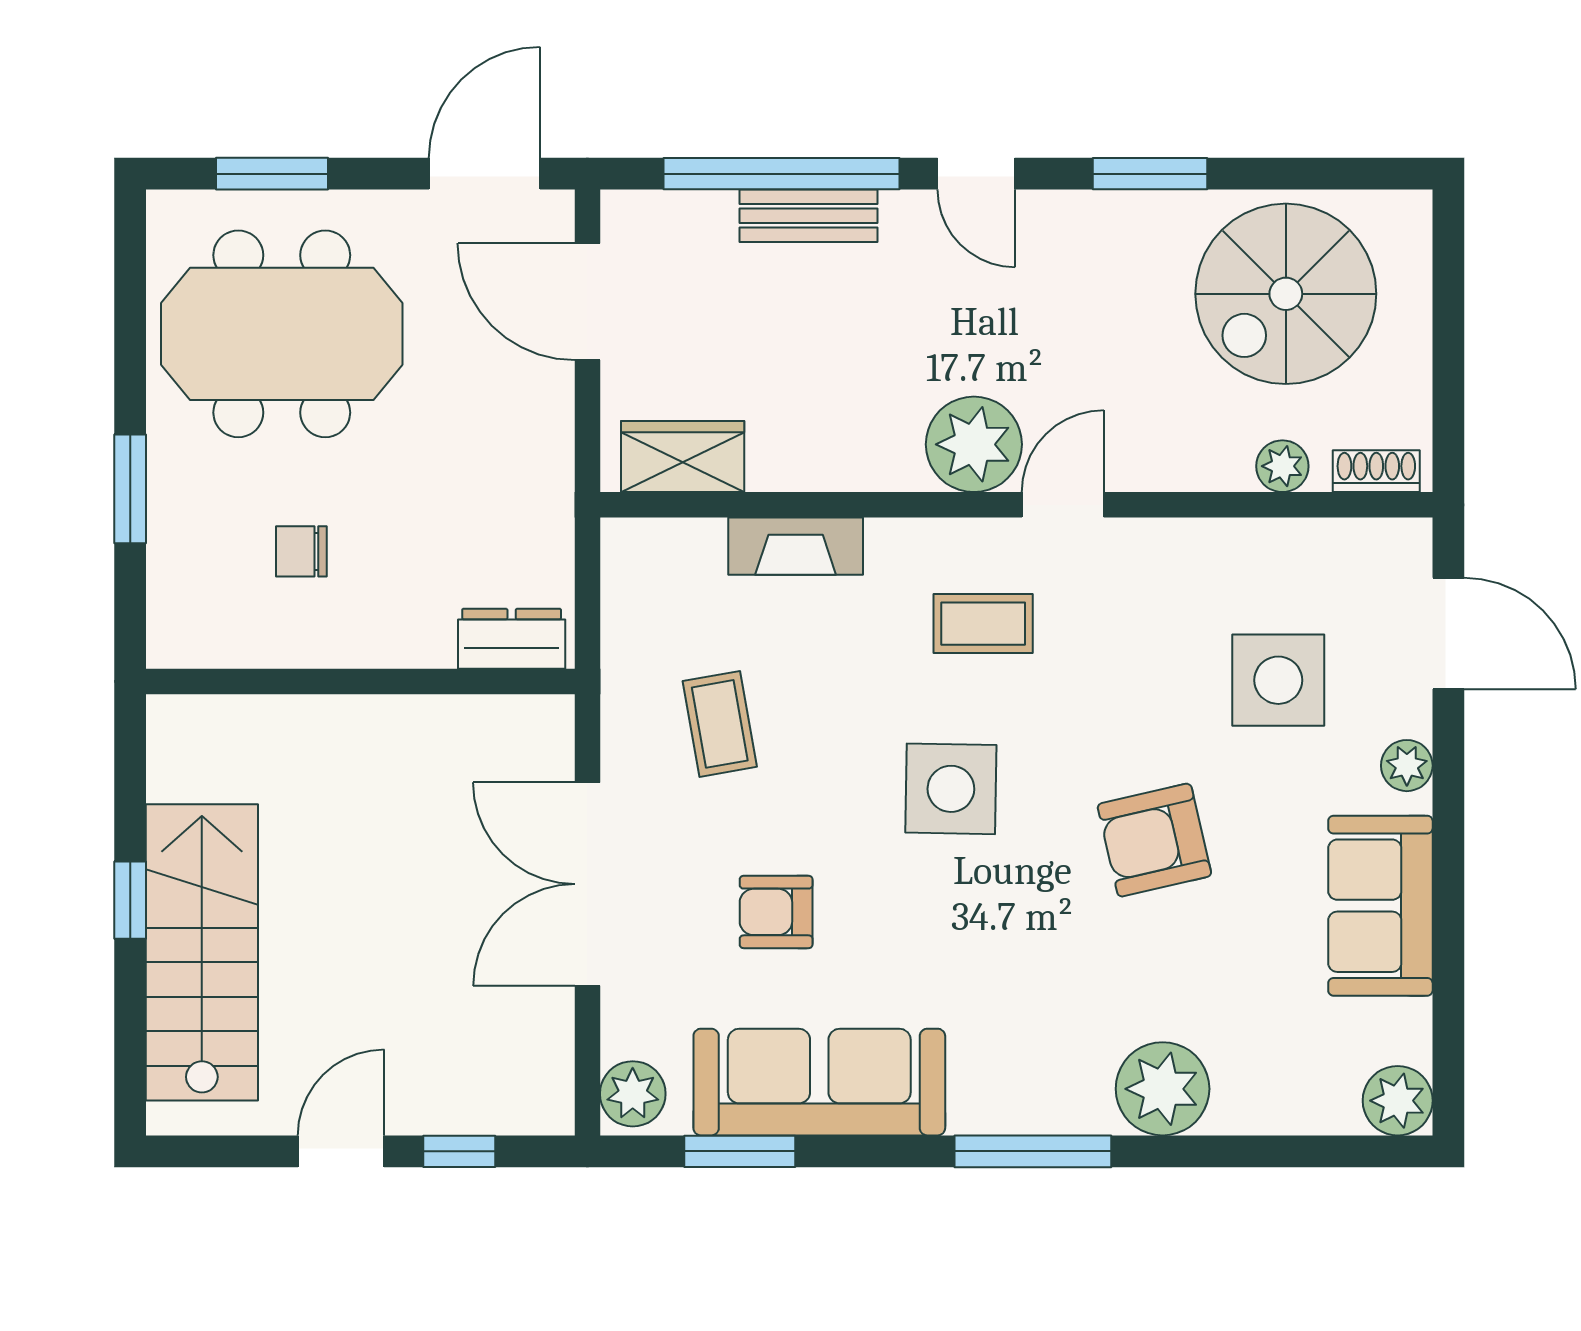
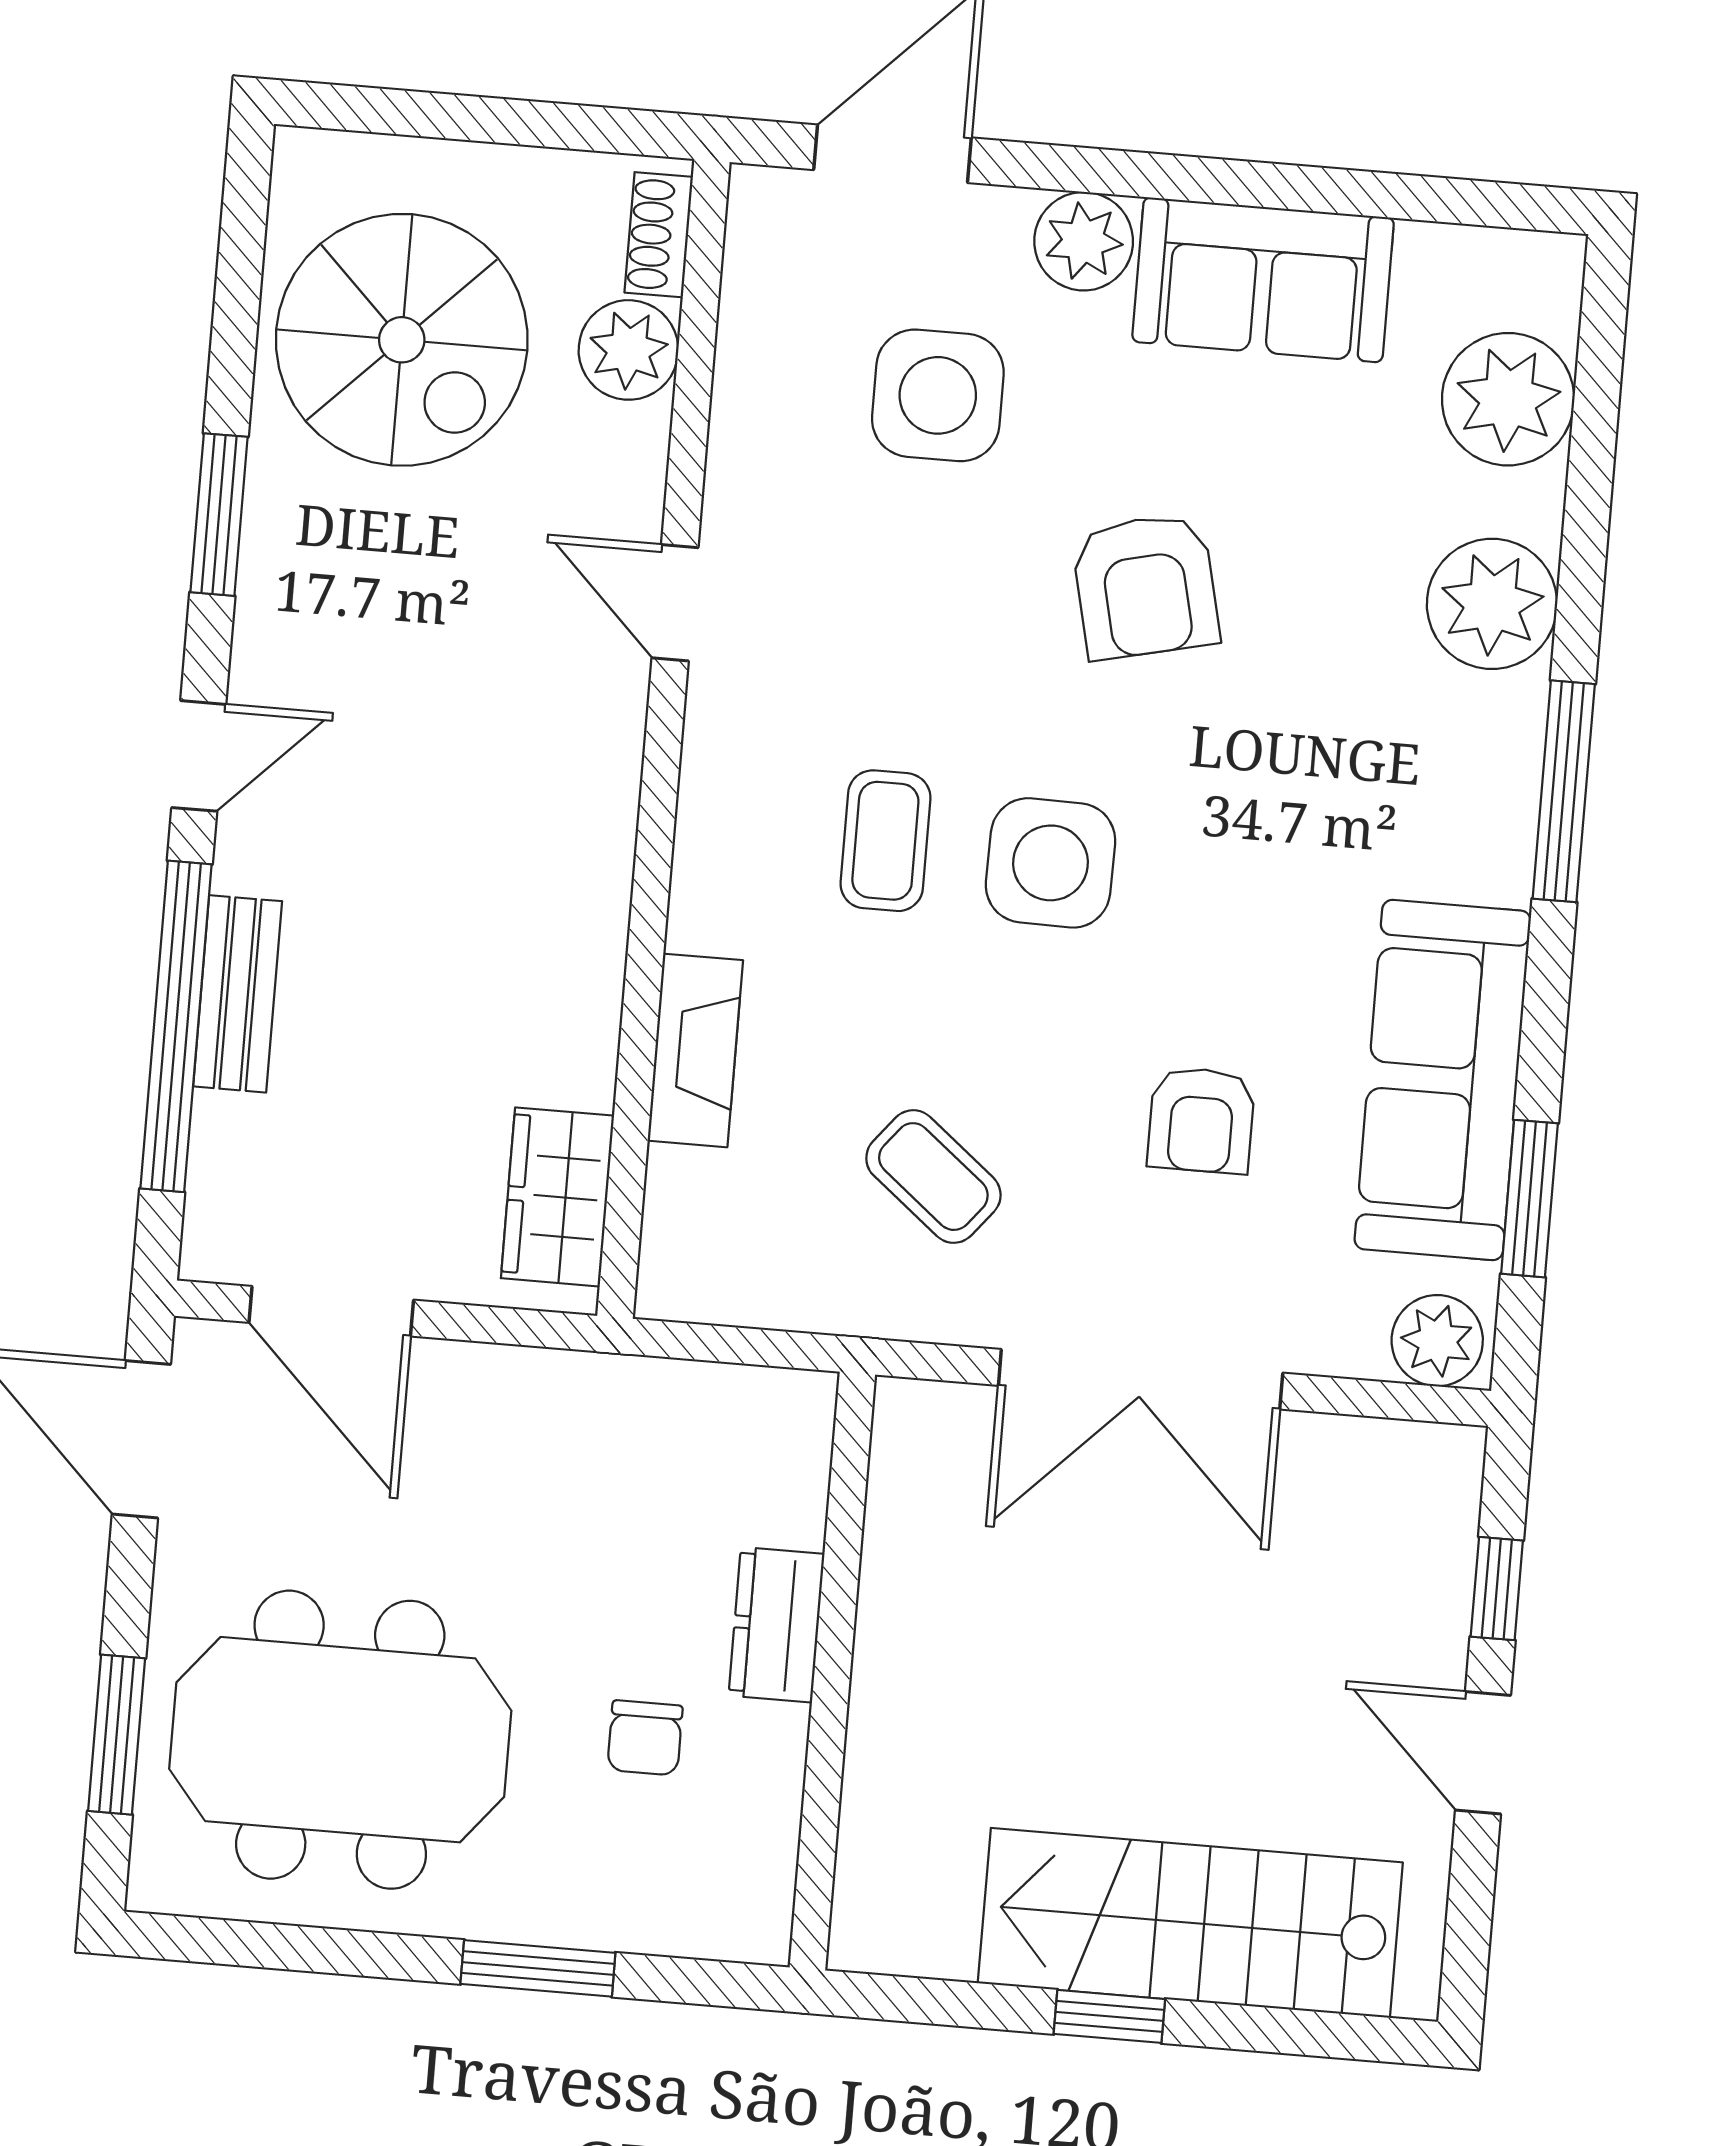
door: (587, 302) -> (331, 1311), hinge flipped
meeting table: (282, 334) -> (340, 1740), turned 90
plant: (974, 444) -> (574, 791), removed
plant: (1282, 466) -> (628, 350), width x1.38, depth x1.38
door: (1063, 505) -> (675, 603), moved
coffee table: (983, 624) -> (885, 841), moved
dresser: (512, 639) -> (776, 1625), moved
coffee table: (720, 724) -> (933, 1177), turned 49
plant: (1407, 766) -> (1084, 241), width x1.38, depth x1.38
plant: (1398, 1101) -> (1508, 399), moved, width x1.36, depth x1.36

